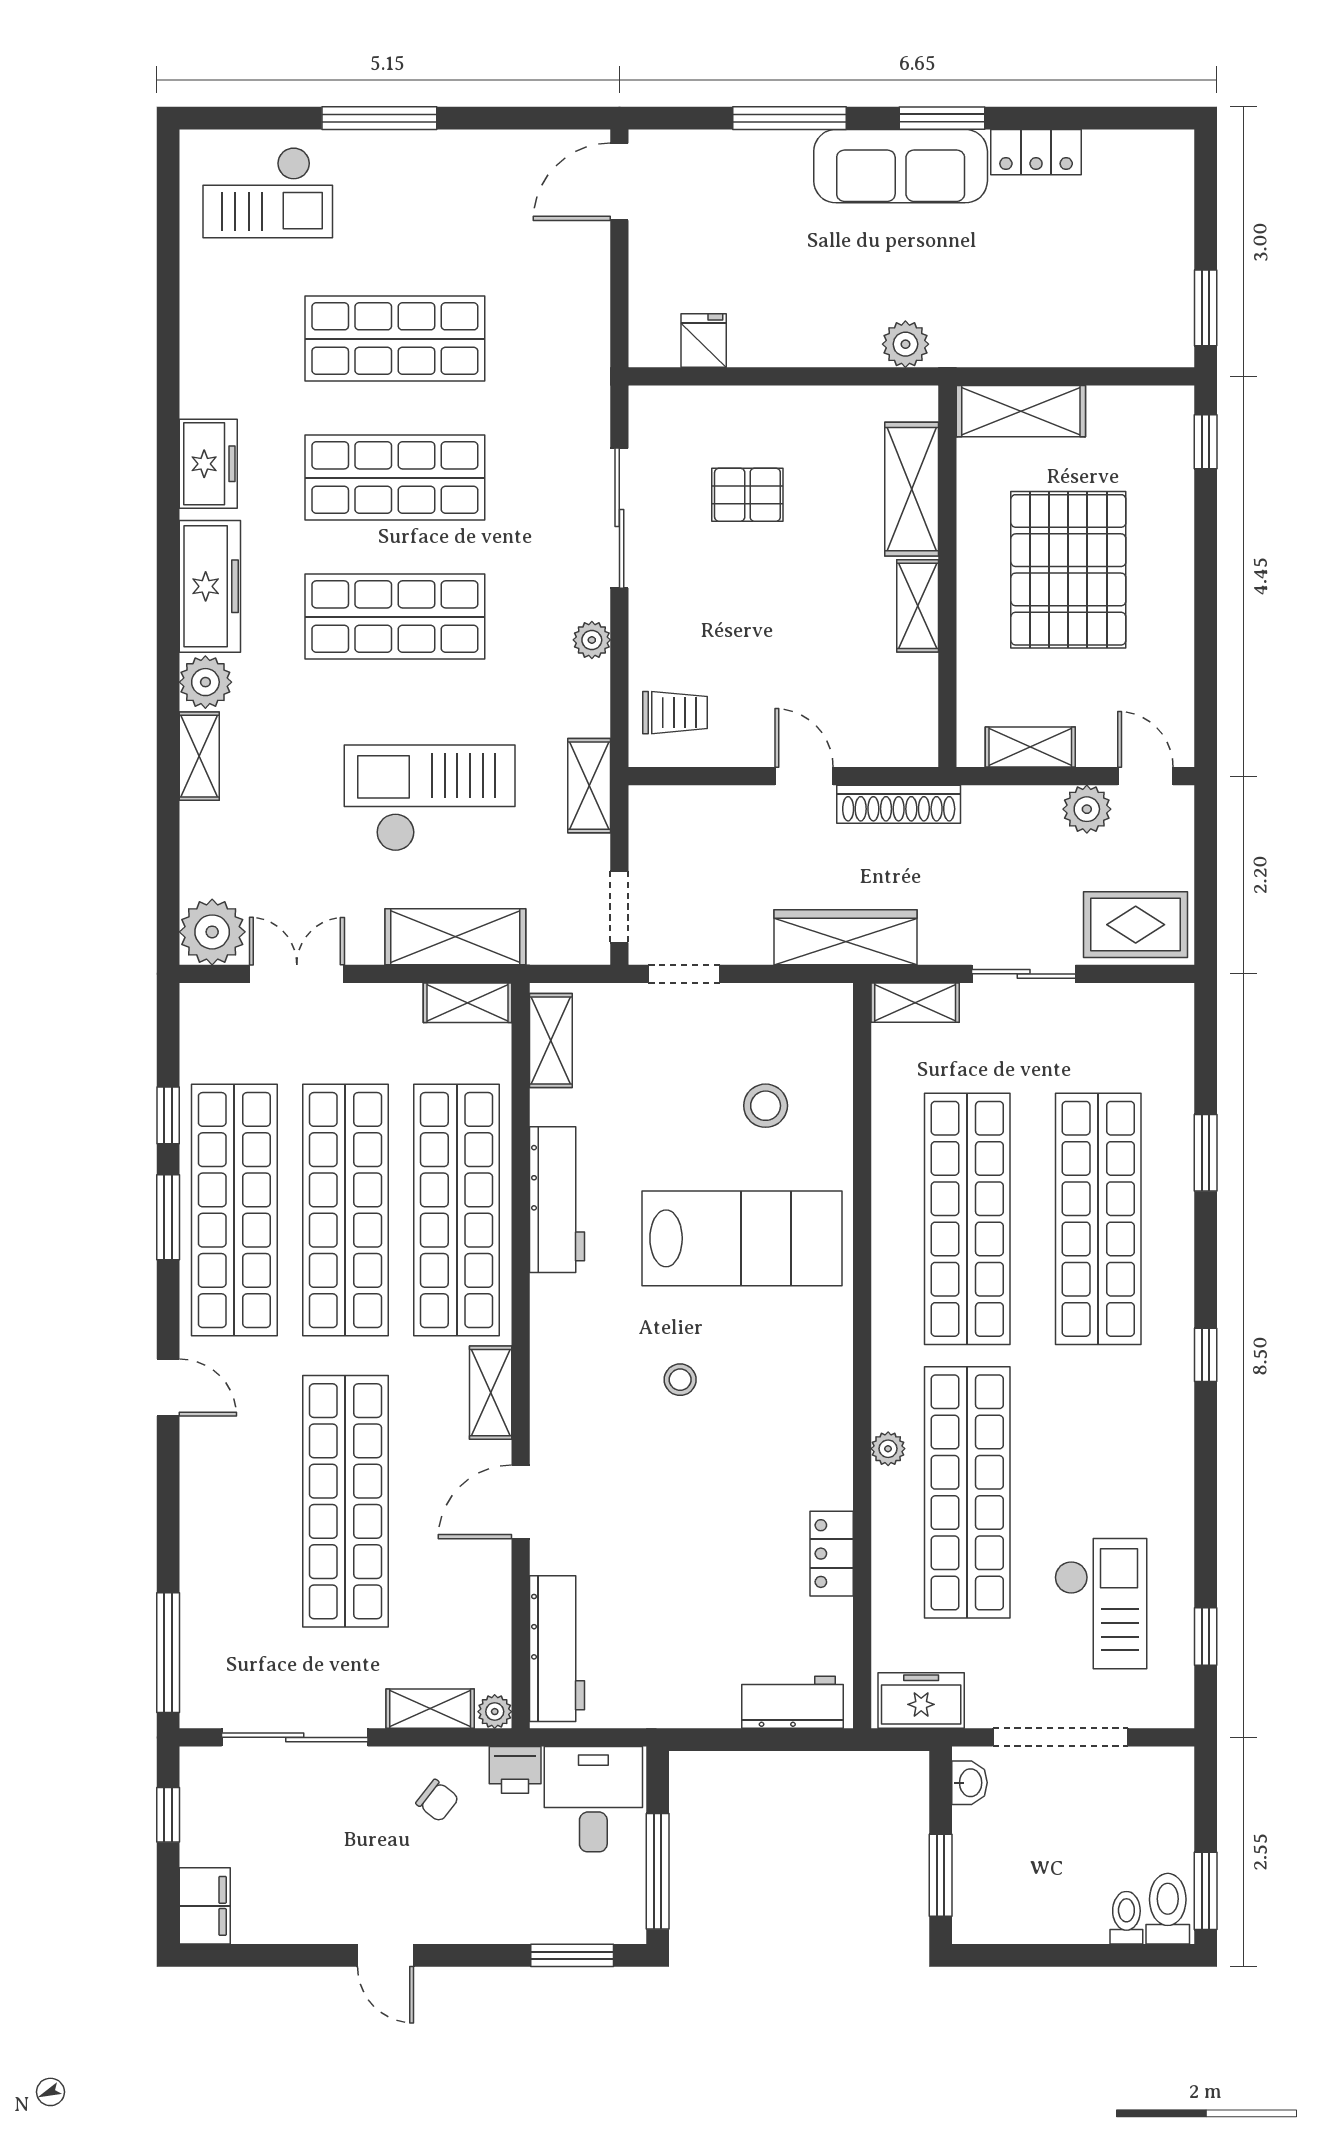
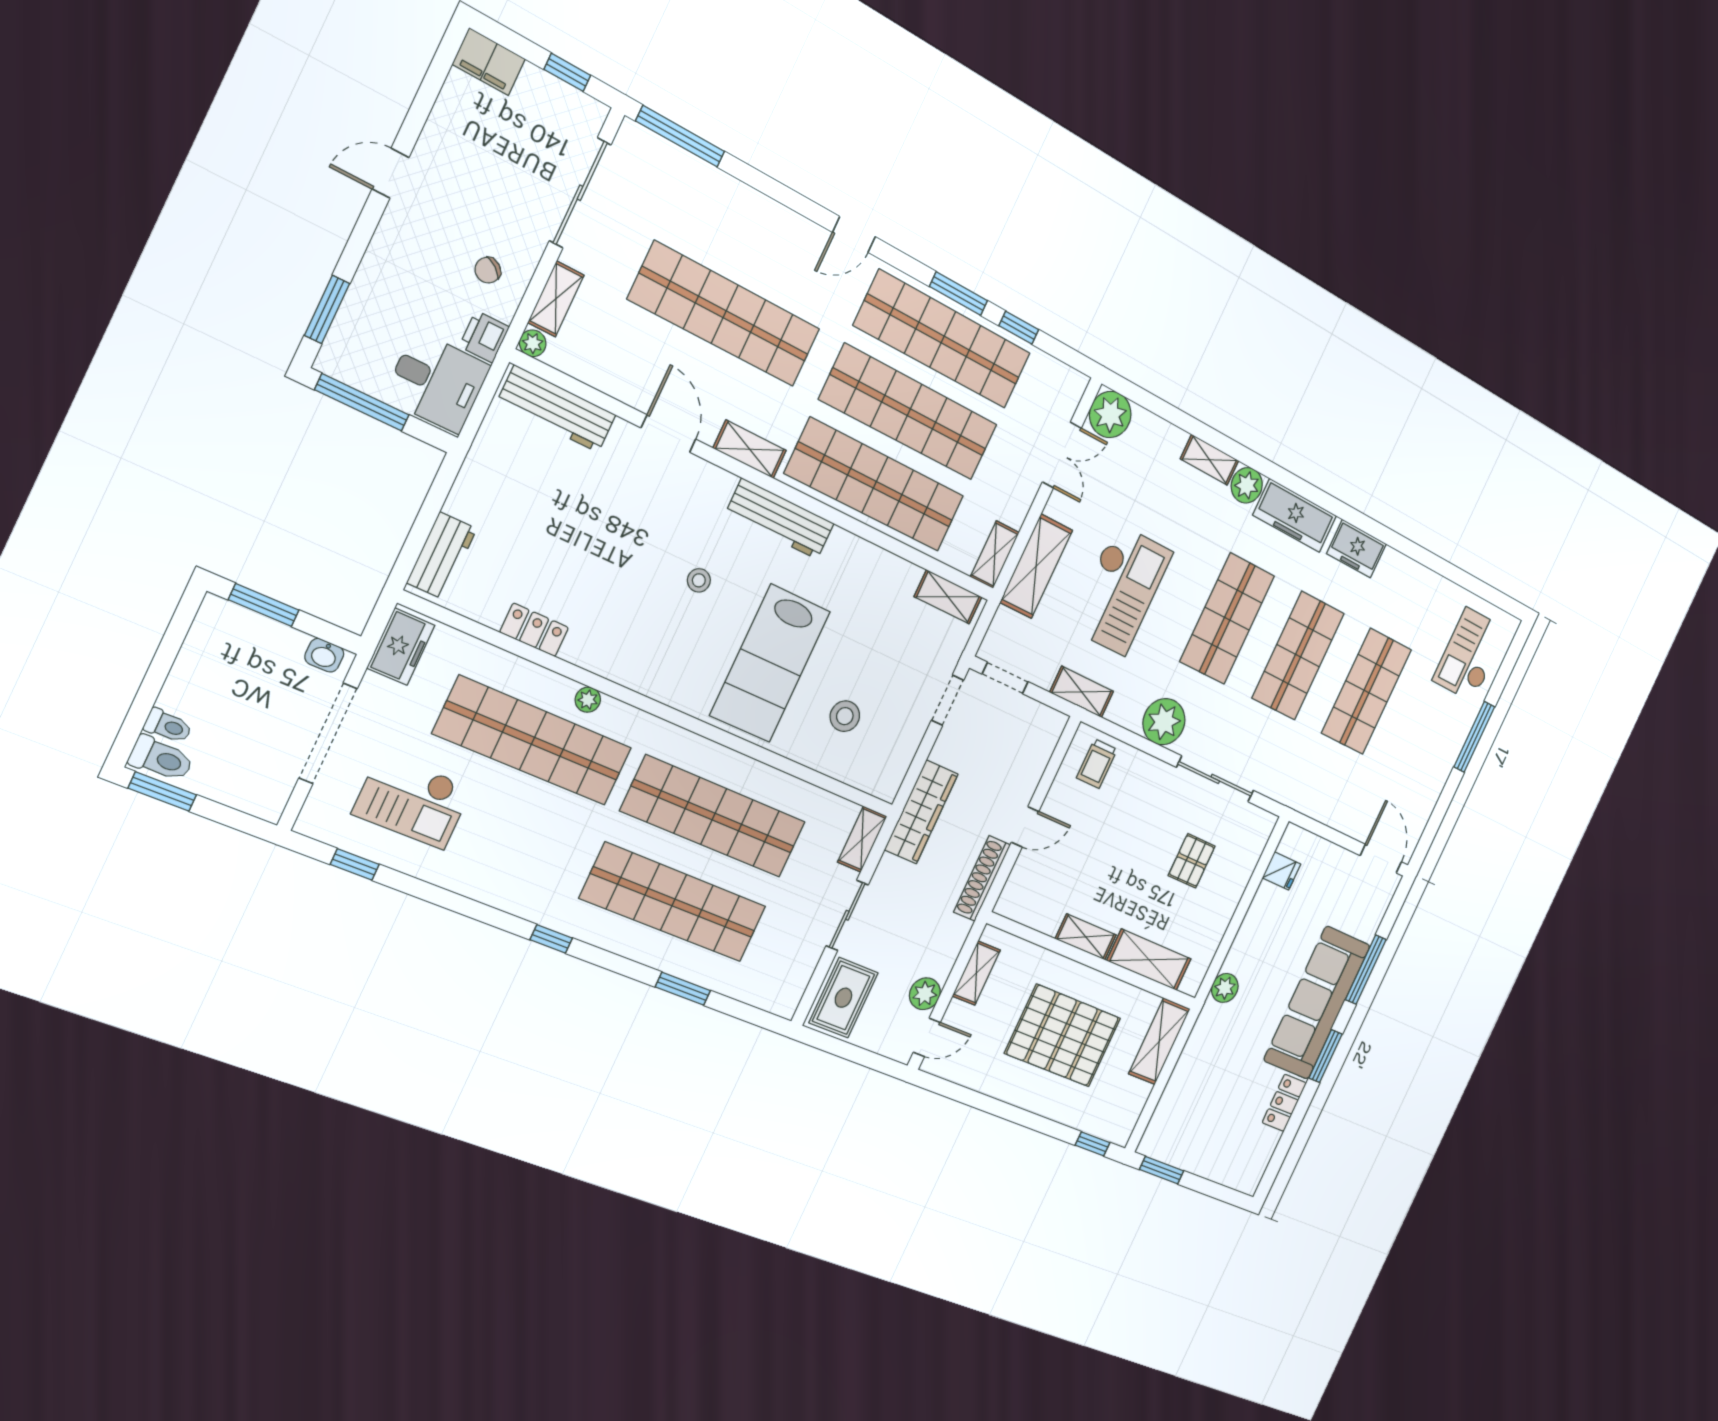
sofa: (901, 166) -> (1317, 1003), width x1.36, depth x1.27
plant: (592, 640) -> (1164, 722), width x1.88, depth x1.88
workbench: (557, 1200) -> (780, 519), moved

